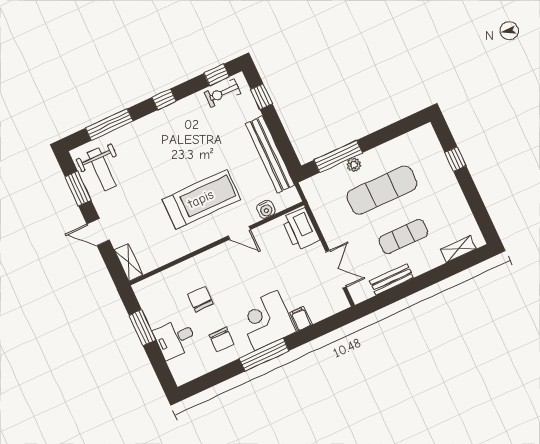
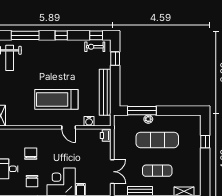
treadmill: (201, 199) -> (56, 99), turned 180
printer: (301, 229) -> (106, 136), width x0.53, depth x0.68

